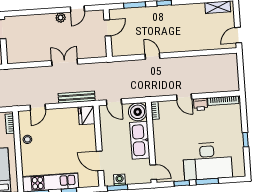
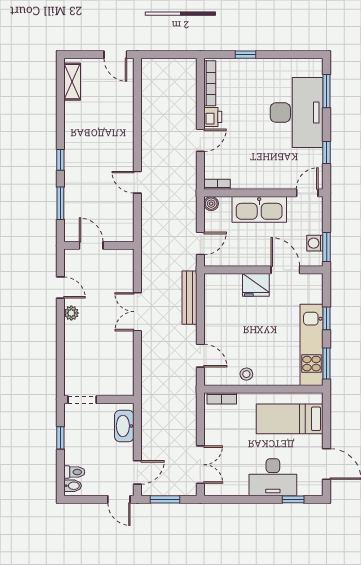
door: (152, 56) -> (137, 182), hinge flipped
boiler: (138, 112) -> (211, 204), width x0.54, depth x0.54
fridge: (87, 115) -> (256, 285), moved
window: (245, 140) -> (246, 55), moved
door: (100, 161) -> (285, 270), swing flipped
window: (207, 181) -> (327, 91), moved

